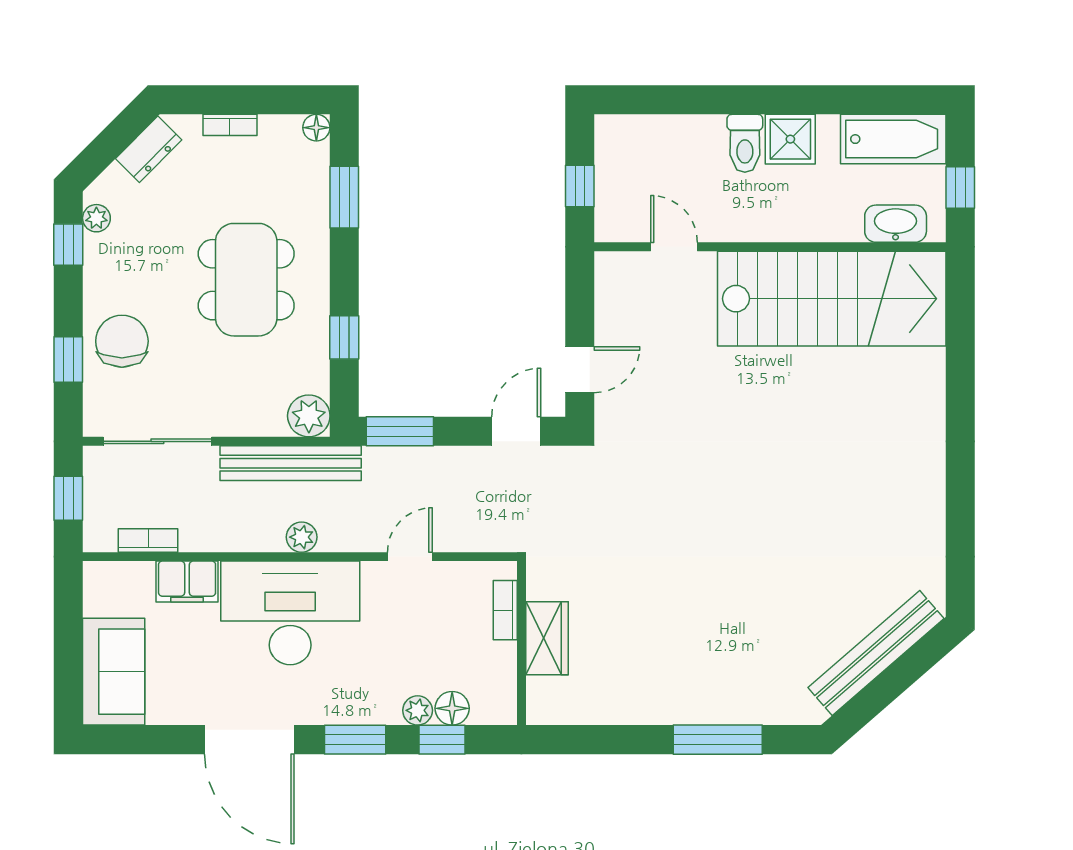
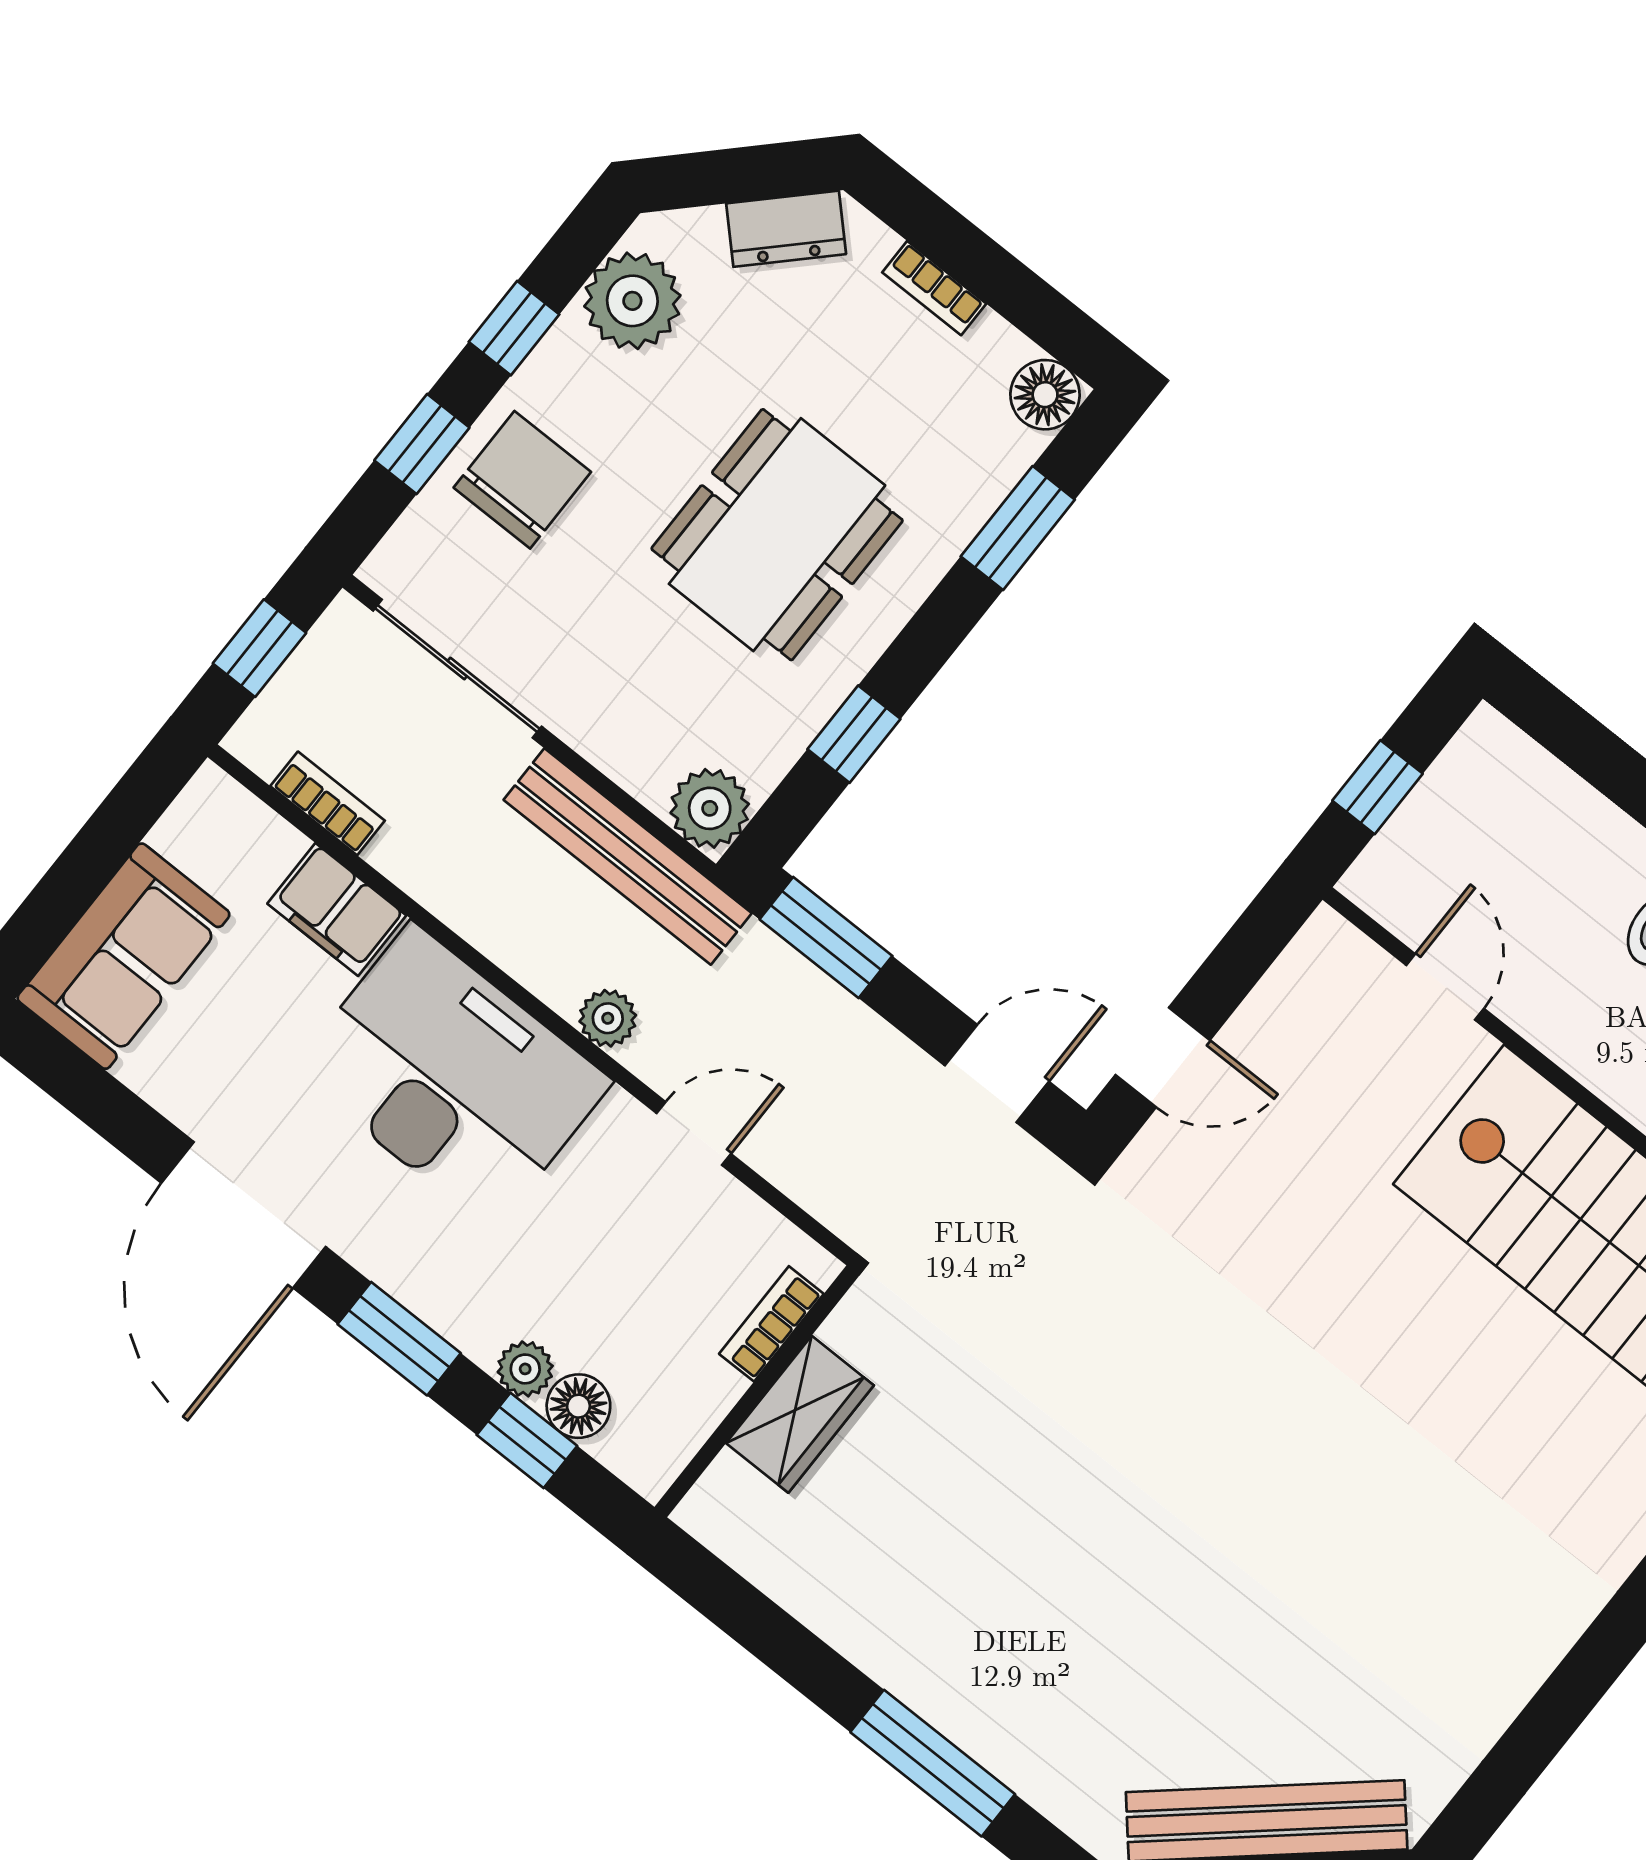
floor lamp: (316, 128) -> (1045, 395), width x1.37, depth x1.37
plant: (96, 218) -> (632, 301), width x1.88, depth x1.88
window: (68, 245) -> (514, 328), moved
plant: (302, 537) -> (608, 1018), moved

